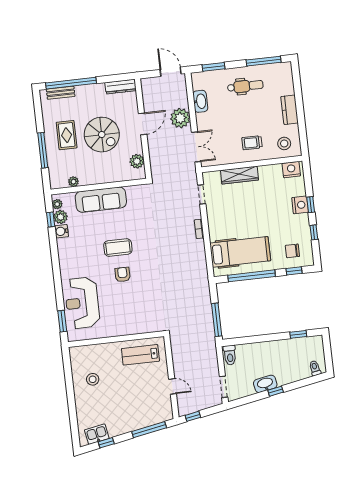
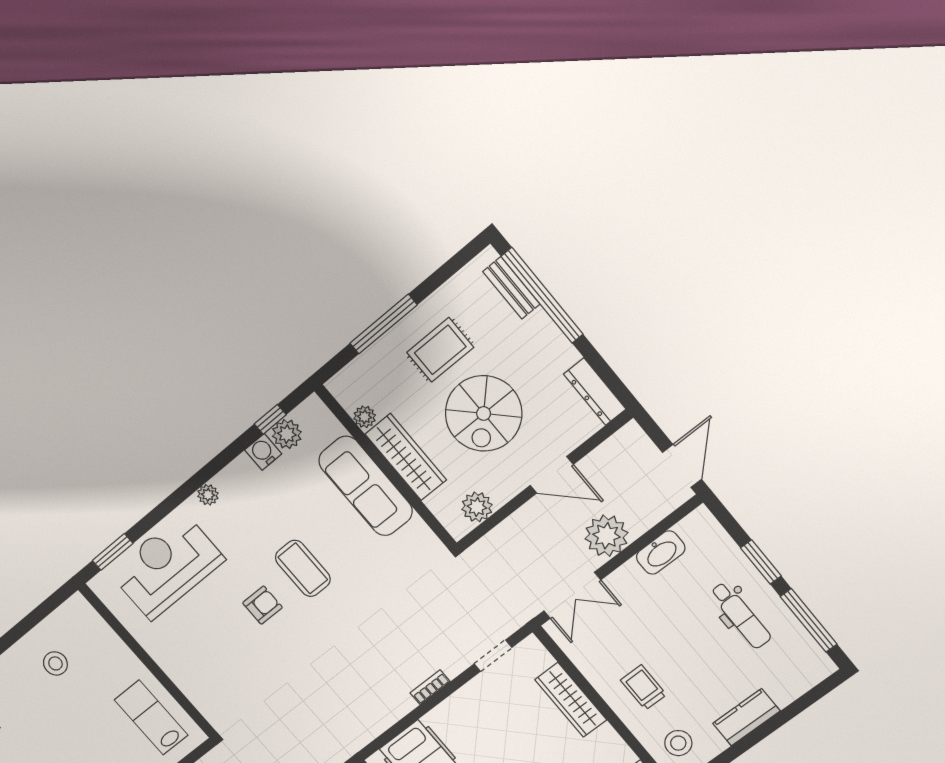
window: (213, 67) -> (761, 562), moved
wardrobe: (99, 176) -> (406, 457), added
plant: (57, 204) -> (208, 495), moved

